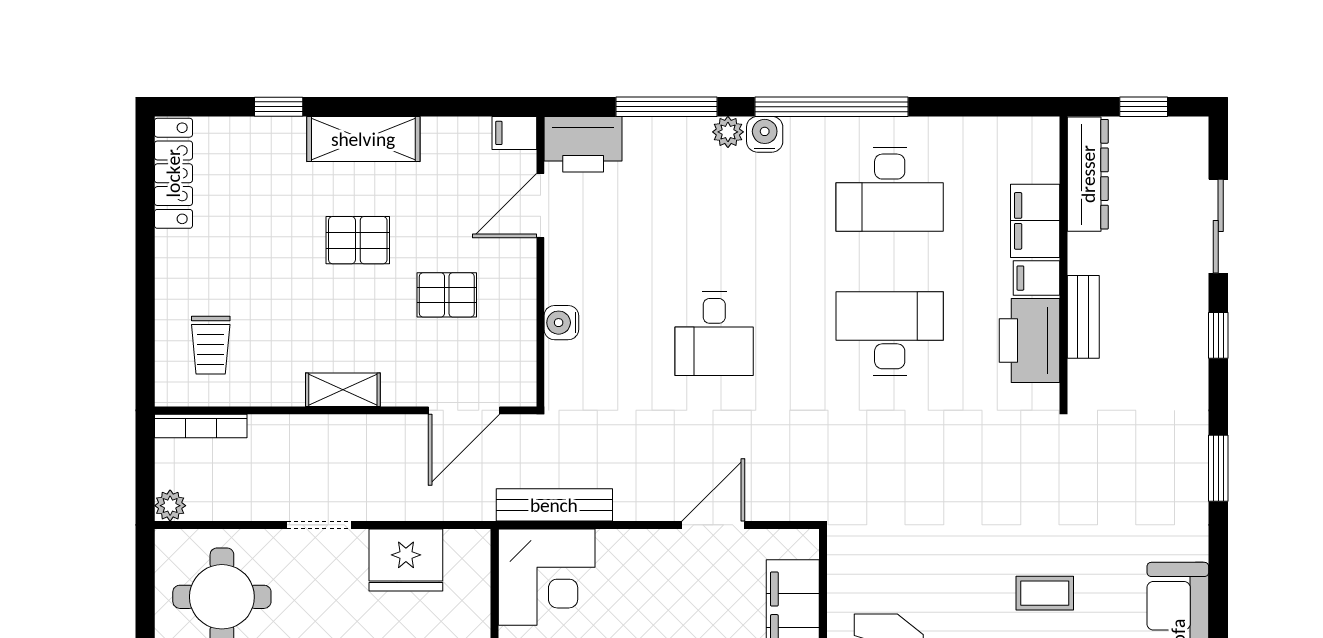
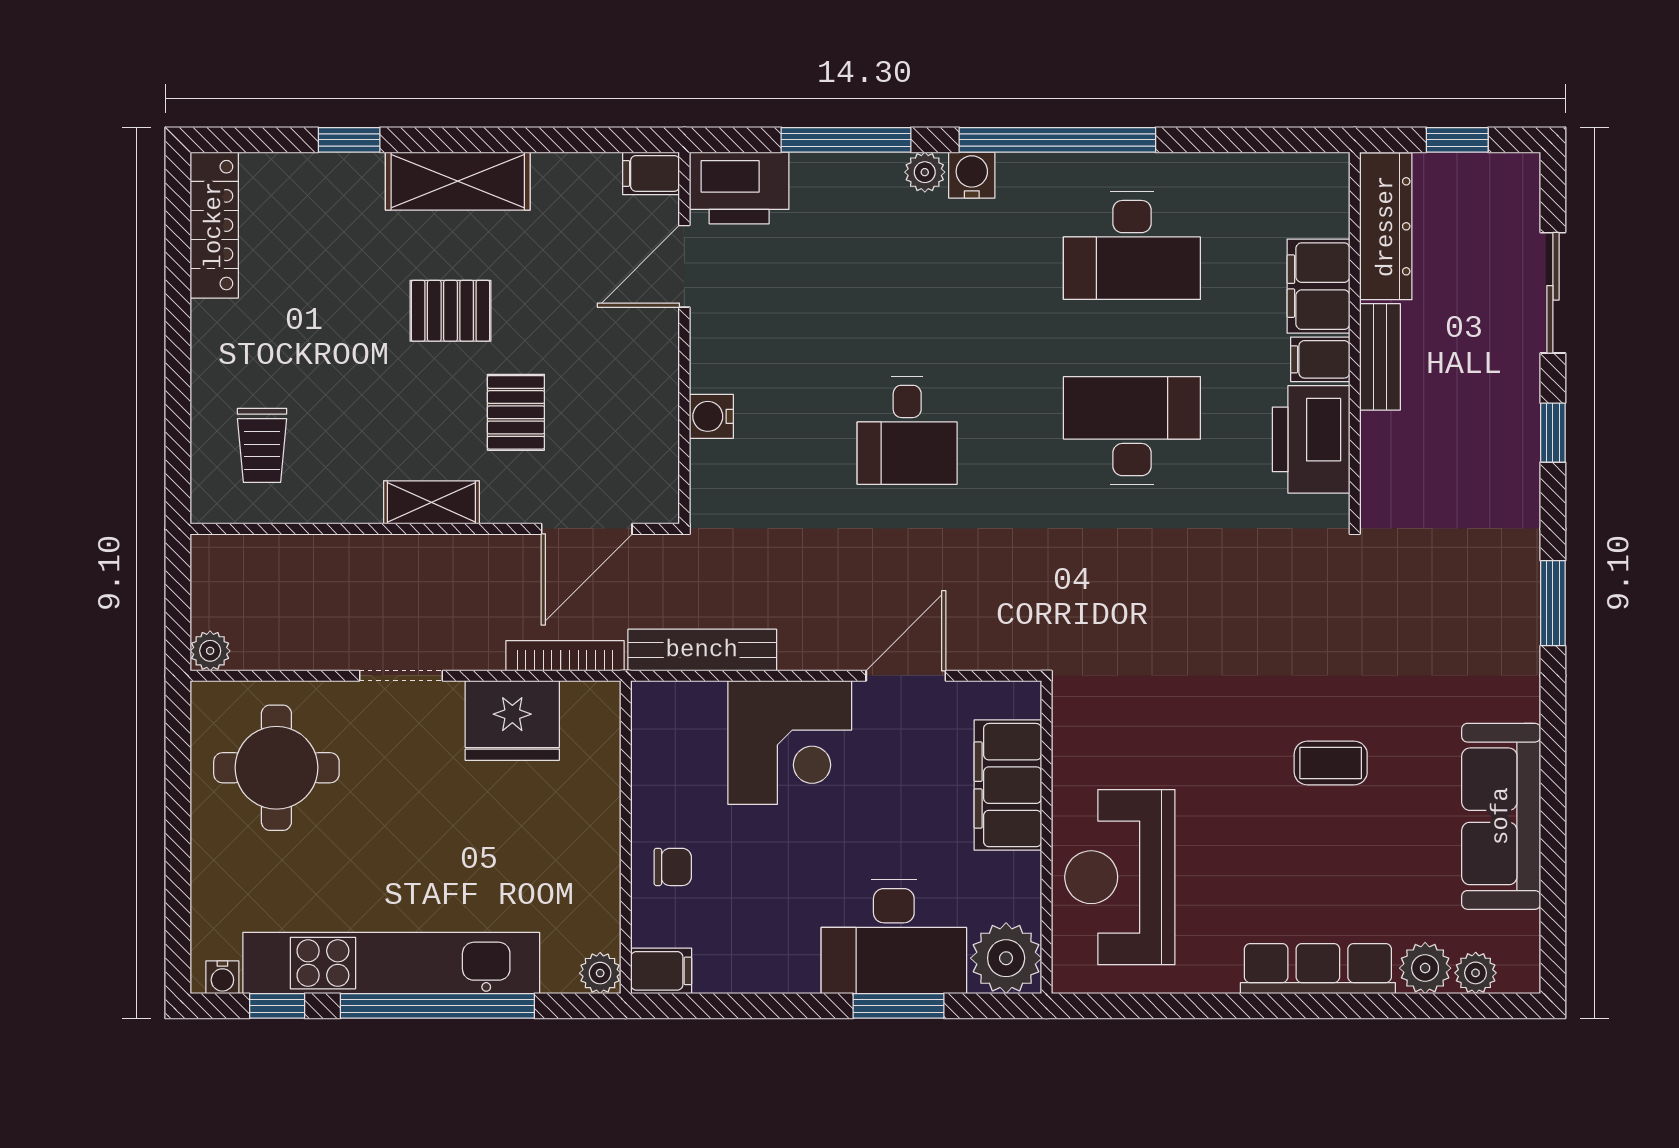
pallet: (447, 295) -> (516, 412), moved, turned 90
bench: (1083, 317) -> (1380, 357), moved
bookcase: (201, 426) -> (565, 656), moved, turned 180
corner desk: (547, 577) -> (790, 742), moved

